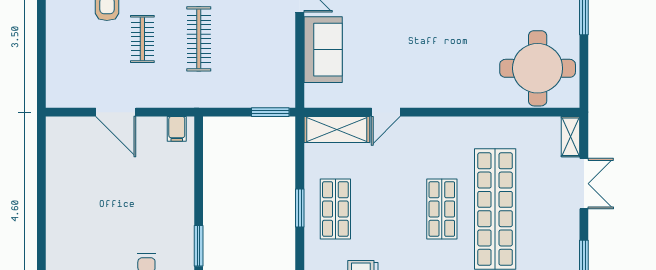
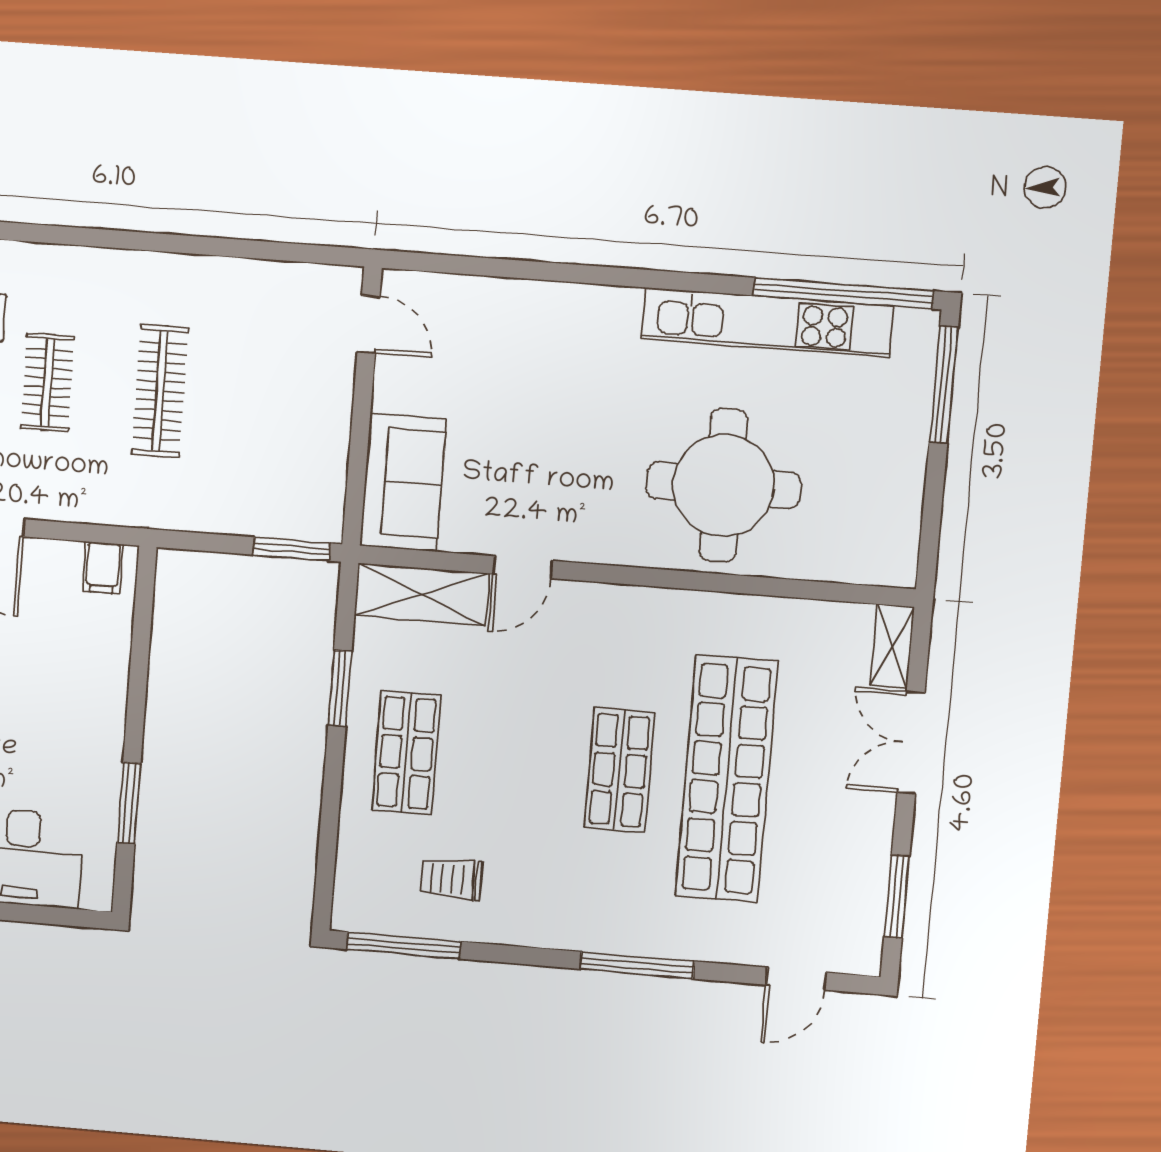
sofa: (323, 50) -> (403, 482), moved
round table: (538, 68) -> (723, 485), moved
double door: (584, 184) -> (911, 743), swing flipped
window: (300, 208) -> (340, 688), moved

